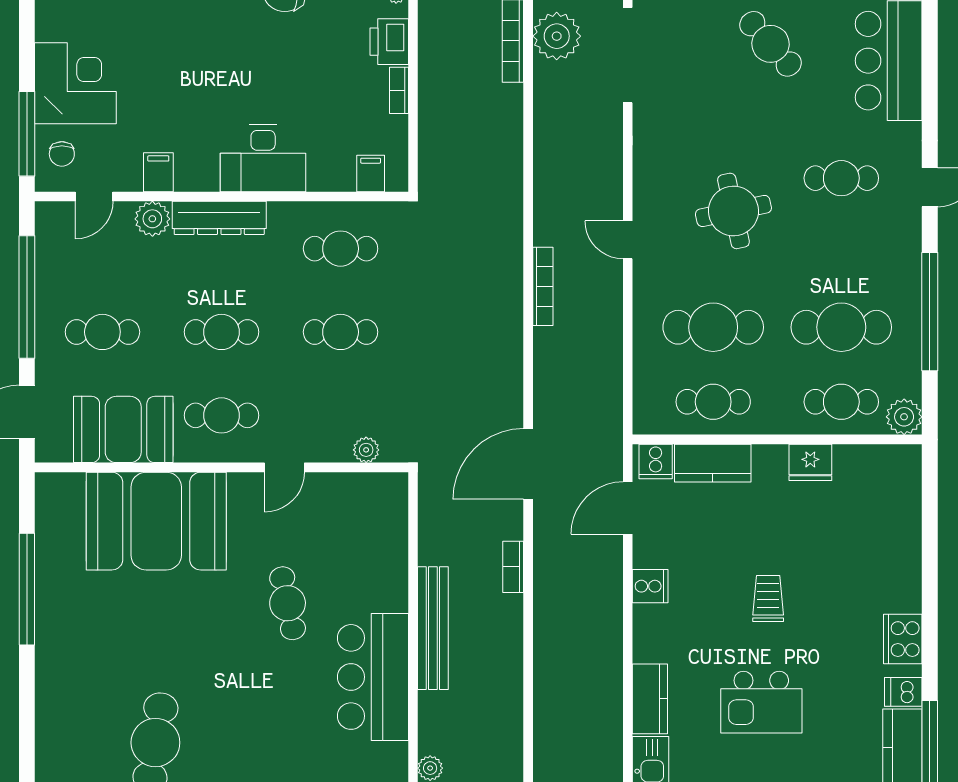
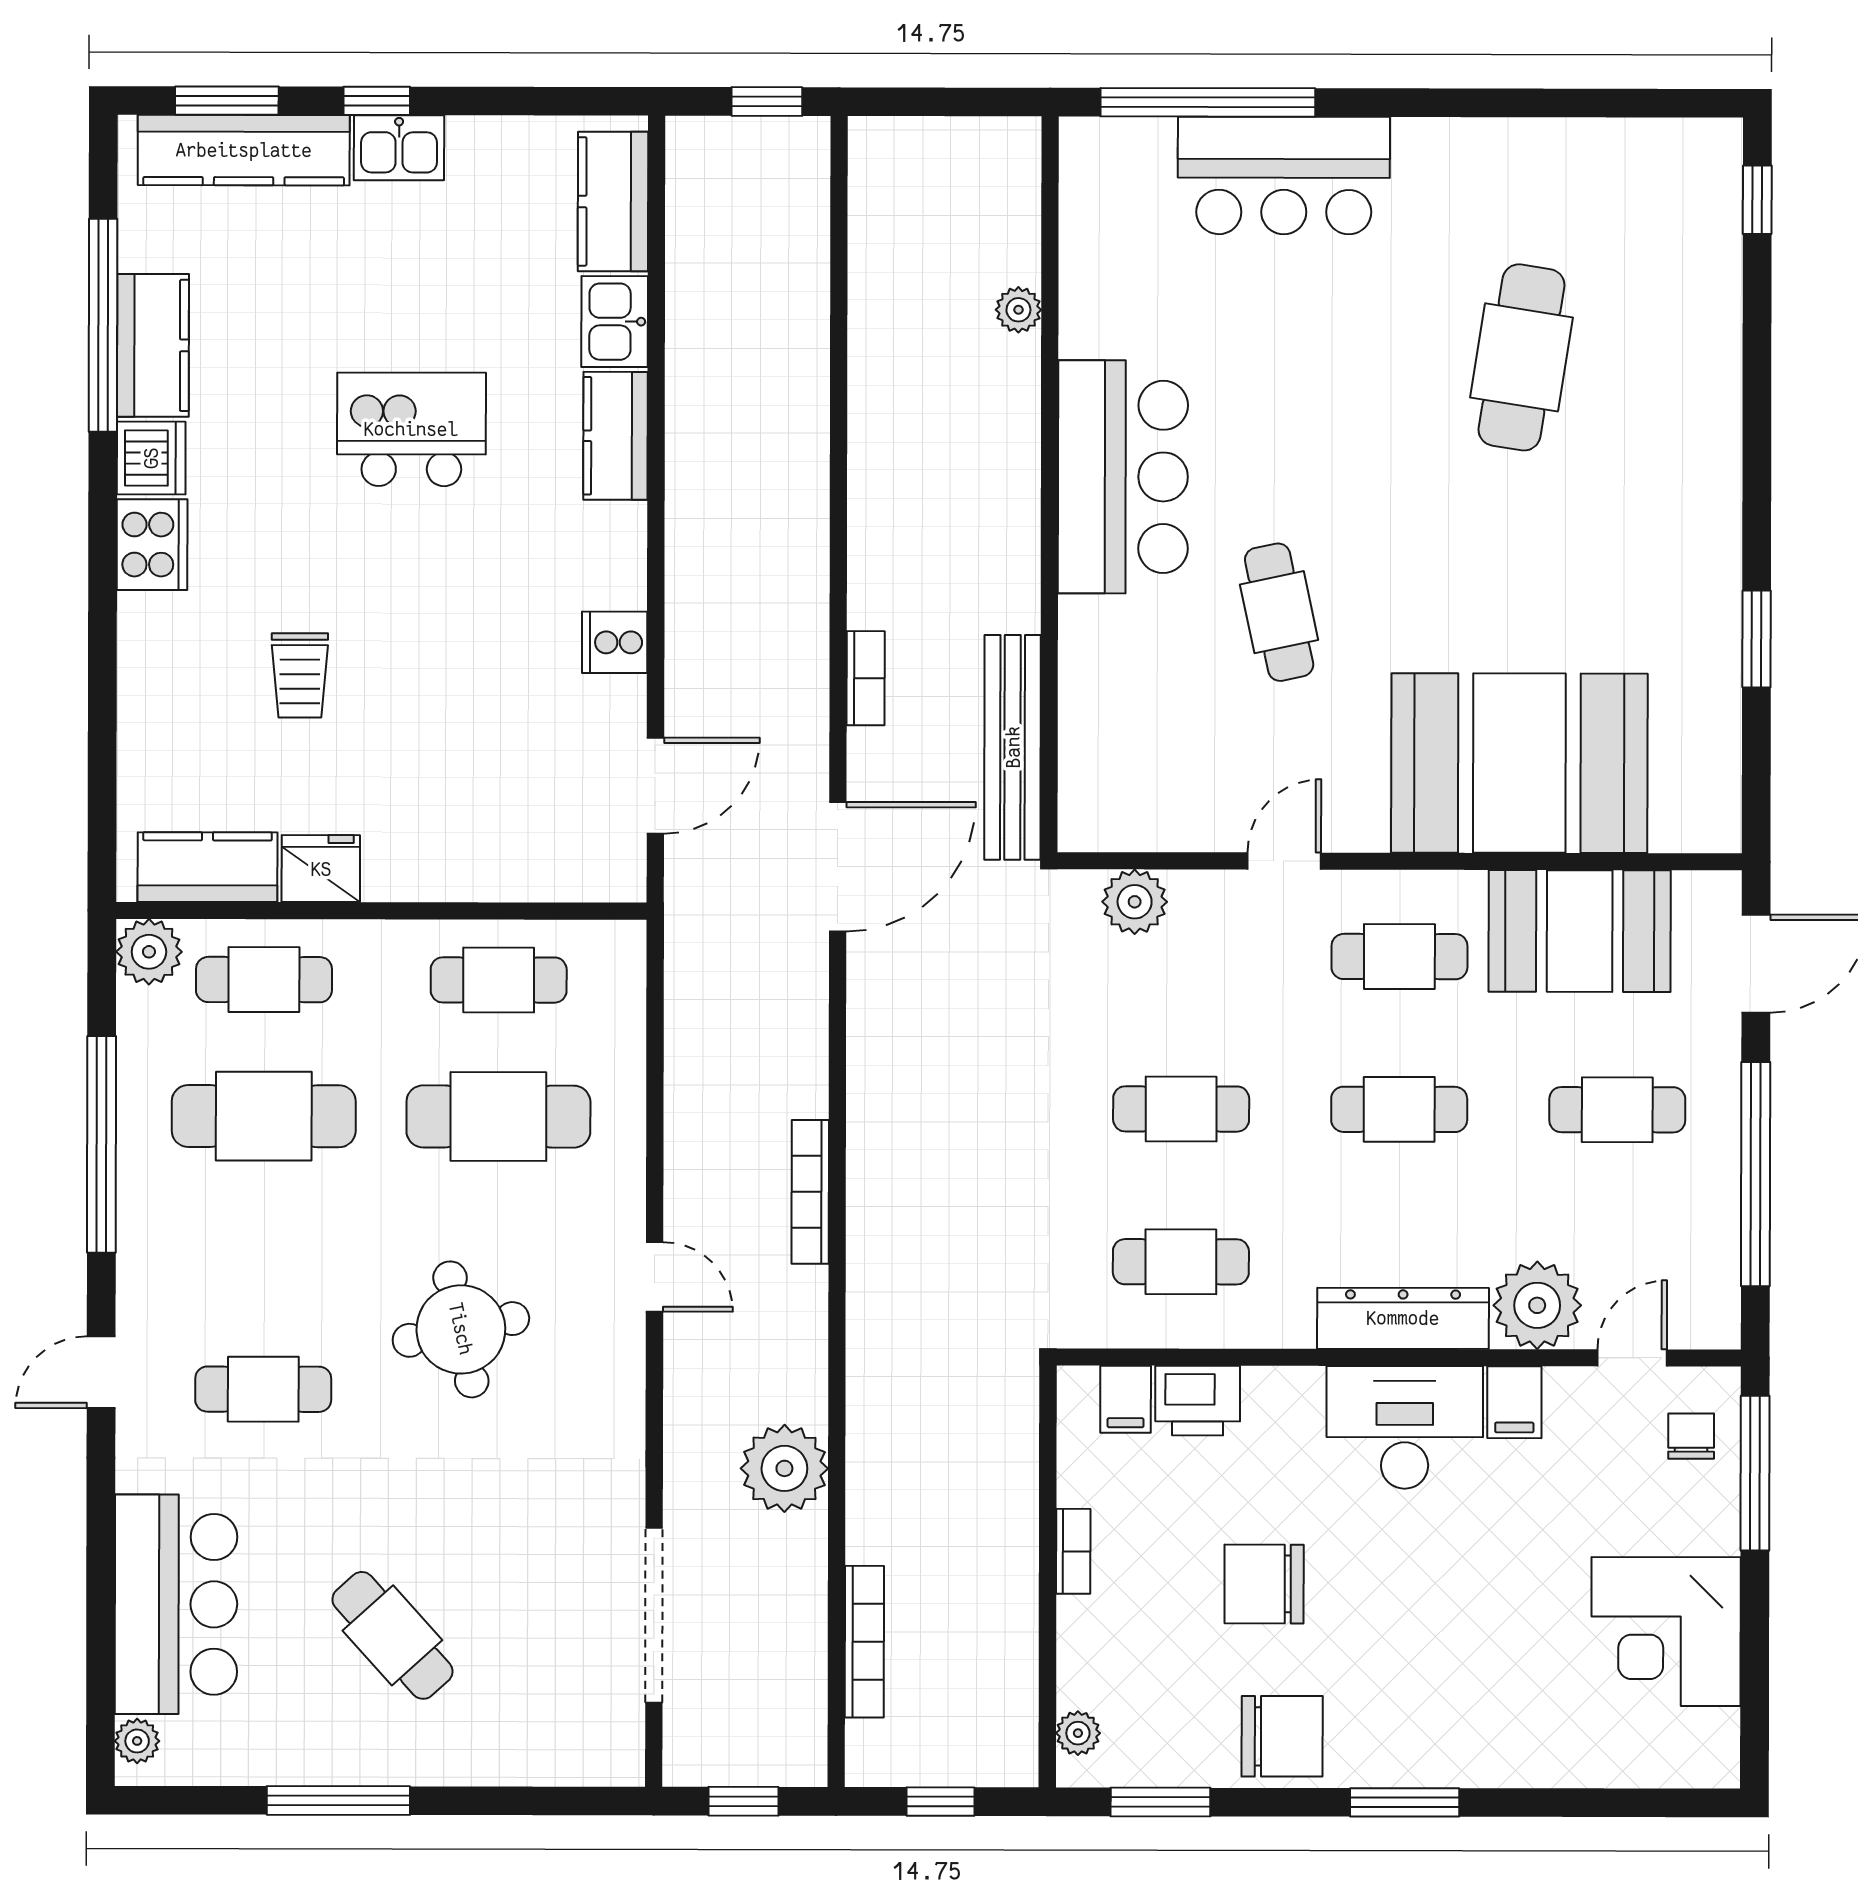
plant: (557, 36) -> (784, 1468), moved
printer: (389, 42) -> (1198, 1401), moved, turned 90
chair: (295, 73) -> (1264, 1584), added
corner desk: (75, 83) -> (1666, 1632), moved
desk: (263, 158) -> (1405, 1427), moved
plant: (152, 219) -> (1537, 1305), width x1.36, depth x1.36
plant: (366, 450) -> (1135, 902), width x1.38, depth x1.38
cooker: (656, 462) -> (604, 871), removed
kitchen counter: (713, 463) -> (207, 867), moved
window: (27, 589) -> (1756, 639), width x0.47
trolley: (768, 599) -> (300, 675), moved
bench: (433, 628) -> (1013, 747), moved
dishwasher: (903, 692) -> (151, 458), width x1.38

